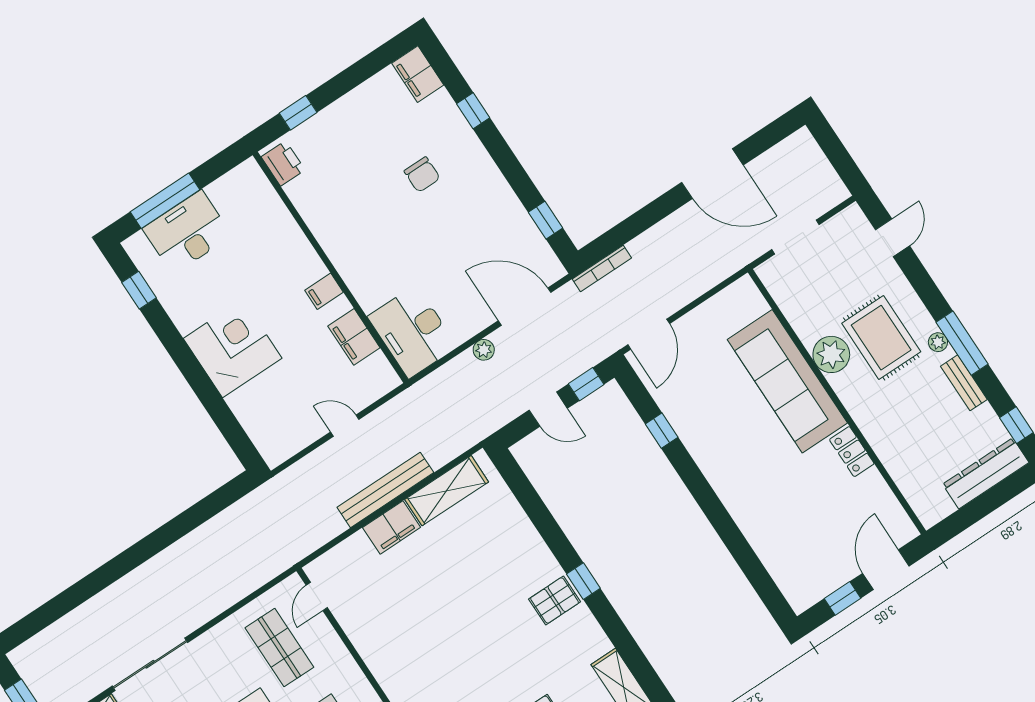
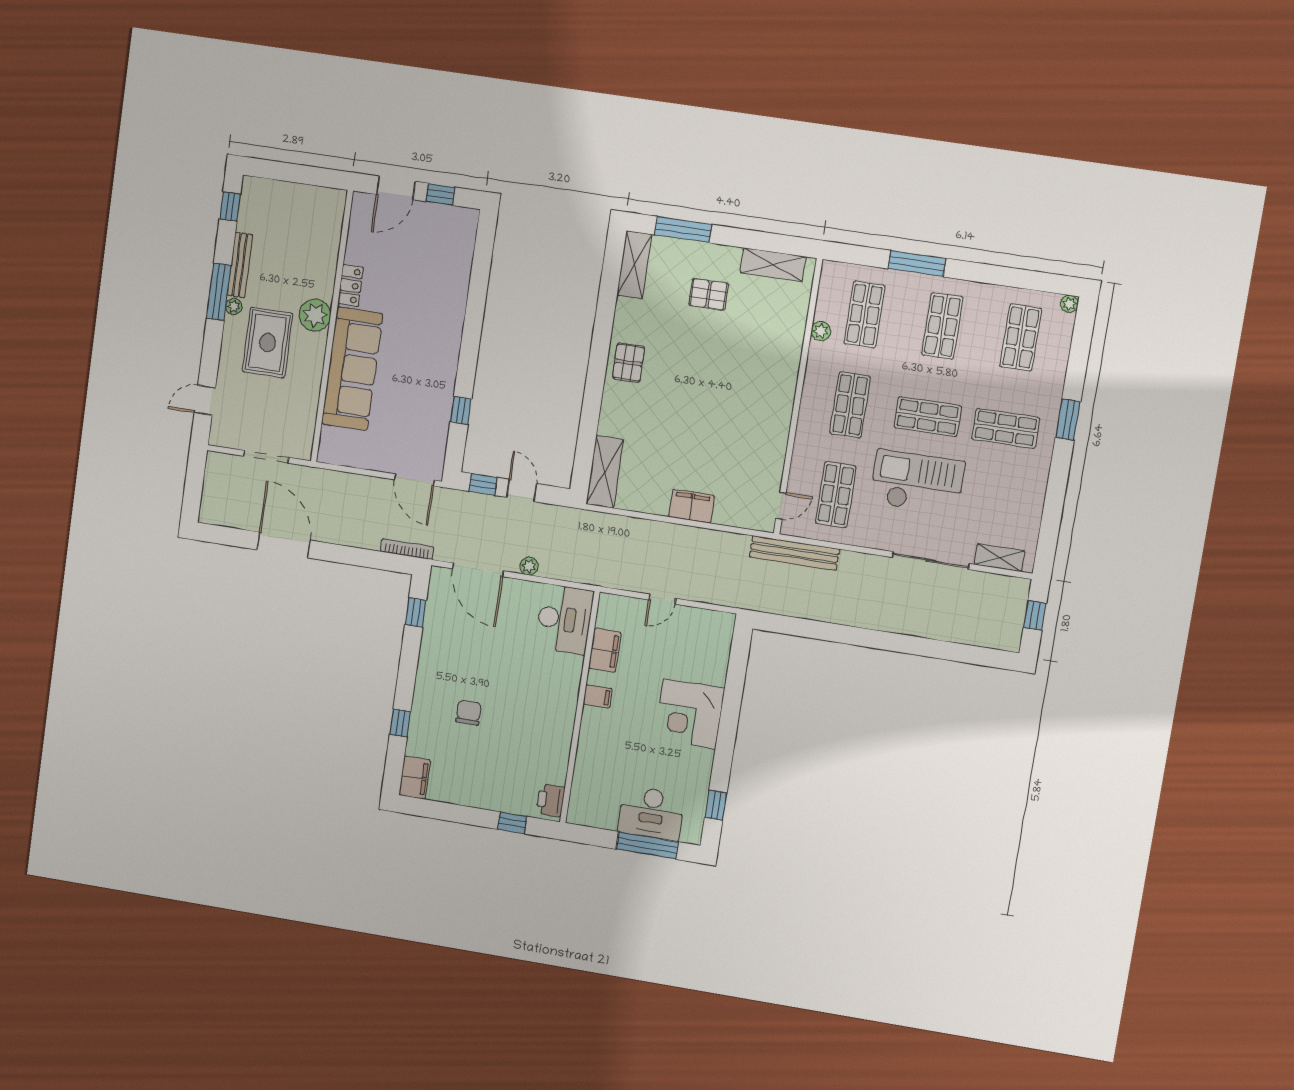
door: (649, 334) -> (414, 480), swing flipped
plant: (831, 354) -> (315, 315), moved
bench: (964, 383) -> (240, 265), width x1.36
door: (345, 426) -> (662, 599), hinge flipped
dresser: (986, 473) -> (277, 193), removed
bench: (385, 490) -> (794, 553), moved
shelving: (447, 491) -> (605, 472), moved, turned 90
window: (583, 581) -> (599, 358), removed
pallet: (555, 600) -> (629, 363), turned 90

